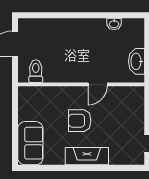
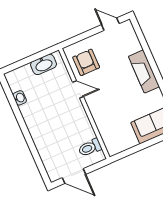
armchair: (80, 121) -> (86, 62), moved, turned 180

